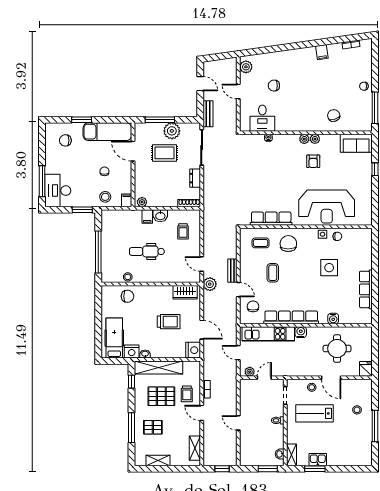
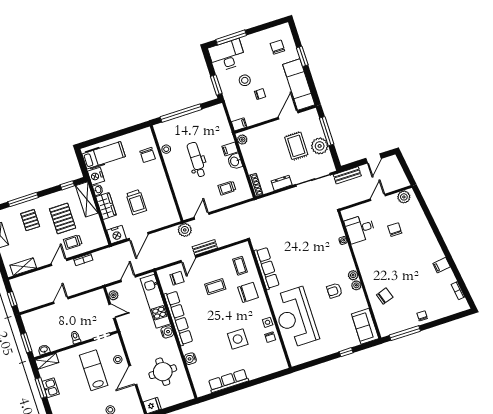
stool: (105, 197) -> (245, 80), moved
wardrobe: (185, 292) -> (106, 206), moved, turned 180
shelving: (158, 367) -> (87, 199), width x0.68

